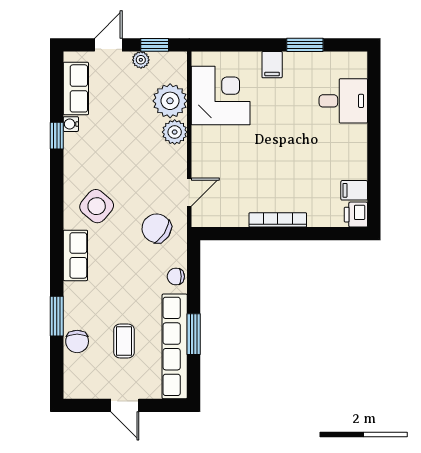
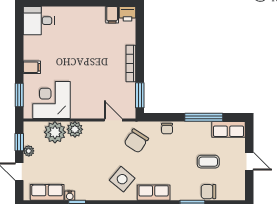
window: (305, 45) -> (19, 95), moved
desk: (343, 101) -> (39, 21), moved, turned -90
window: (228, 234) -> (140, 95), added
window: (194, 334) -> (204, 117), width x1.44
chair: (77, 341) -> (208, 192), turned 180
row of seats: (175, 346) -> (228, 129), width x0.50
door: (125, 405) -> (249, 161), hinge flipped

